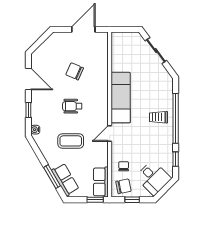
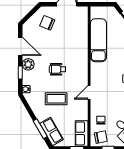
chair: (75, 71) -> (47, 23), moved
exam couch: (121, 98) -> (98, 40), moved
plant: (38, 100) -> (28, 64), added

